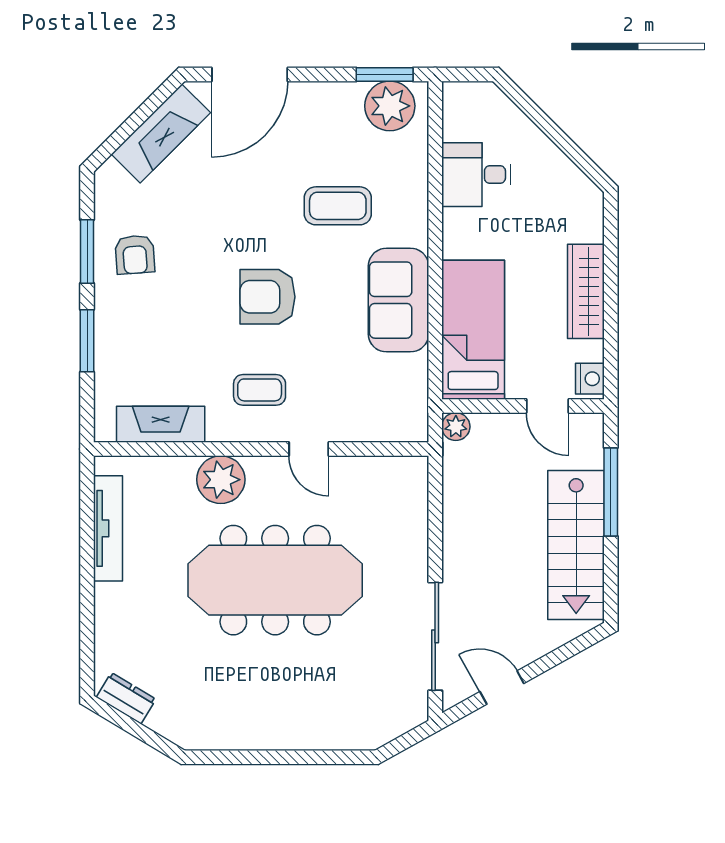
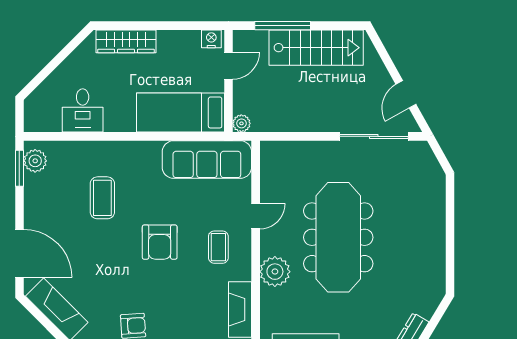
plant: (390, 106) -> (35, 161), width x0.73, depth x0.73
wardrobe: (586, 291) -> (126, 41), moved
sofa: (398, 300) -> (207, 160), moved, width x1.36

